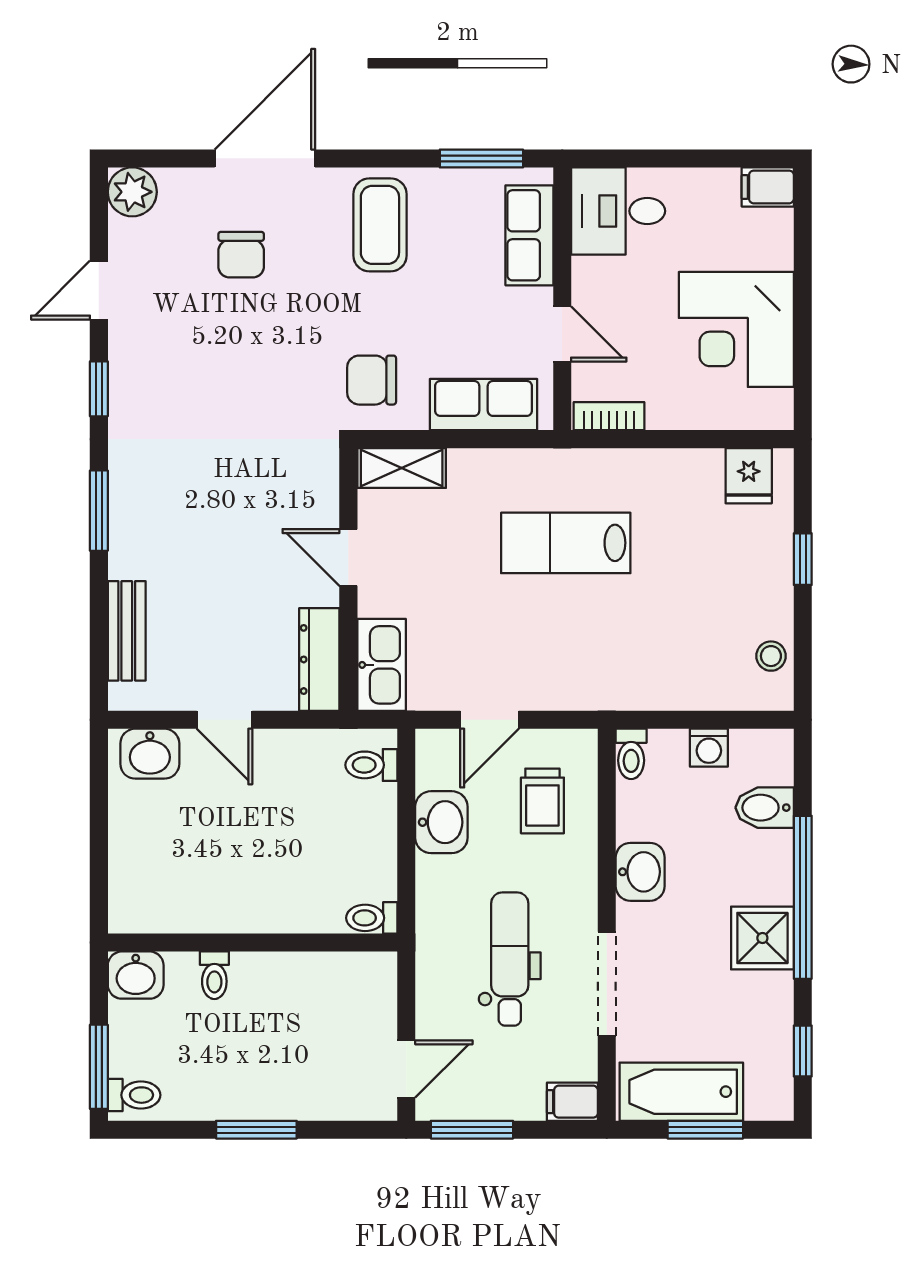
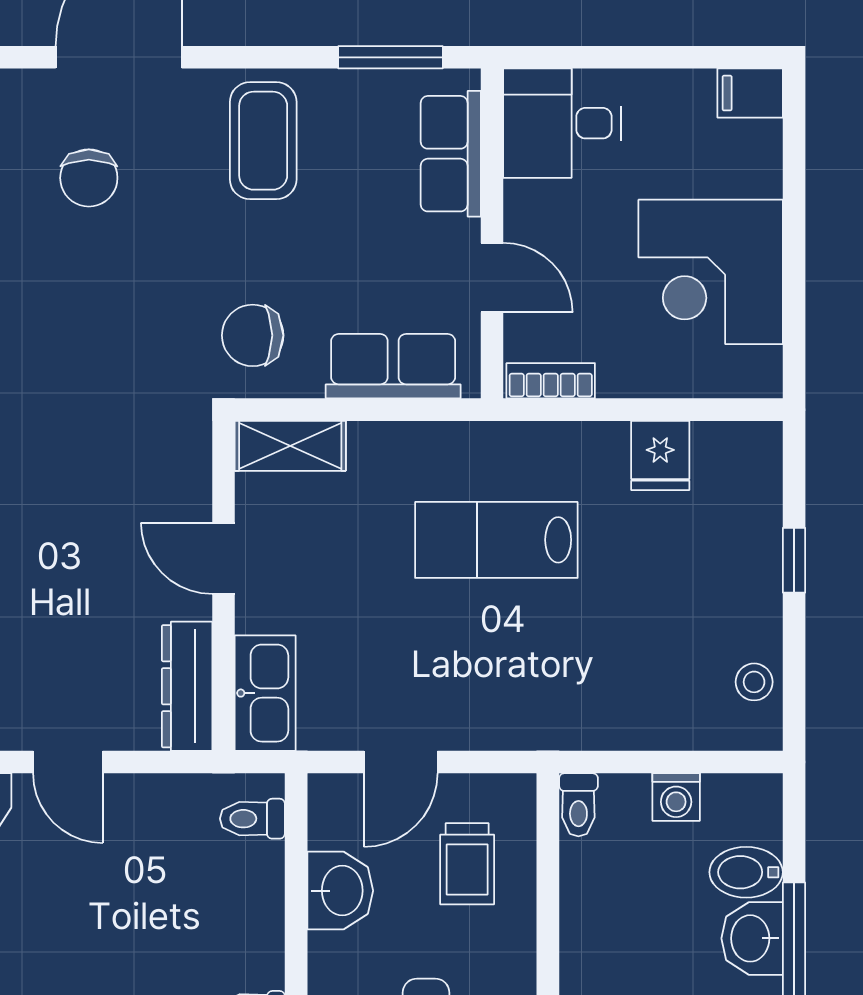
fridge: (749, 476) -> (660, 456), moved
washbasin: (640, 872) -> (752, 938), moved, turned 180

